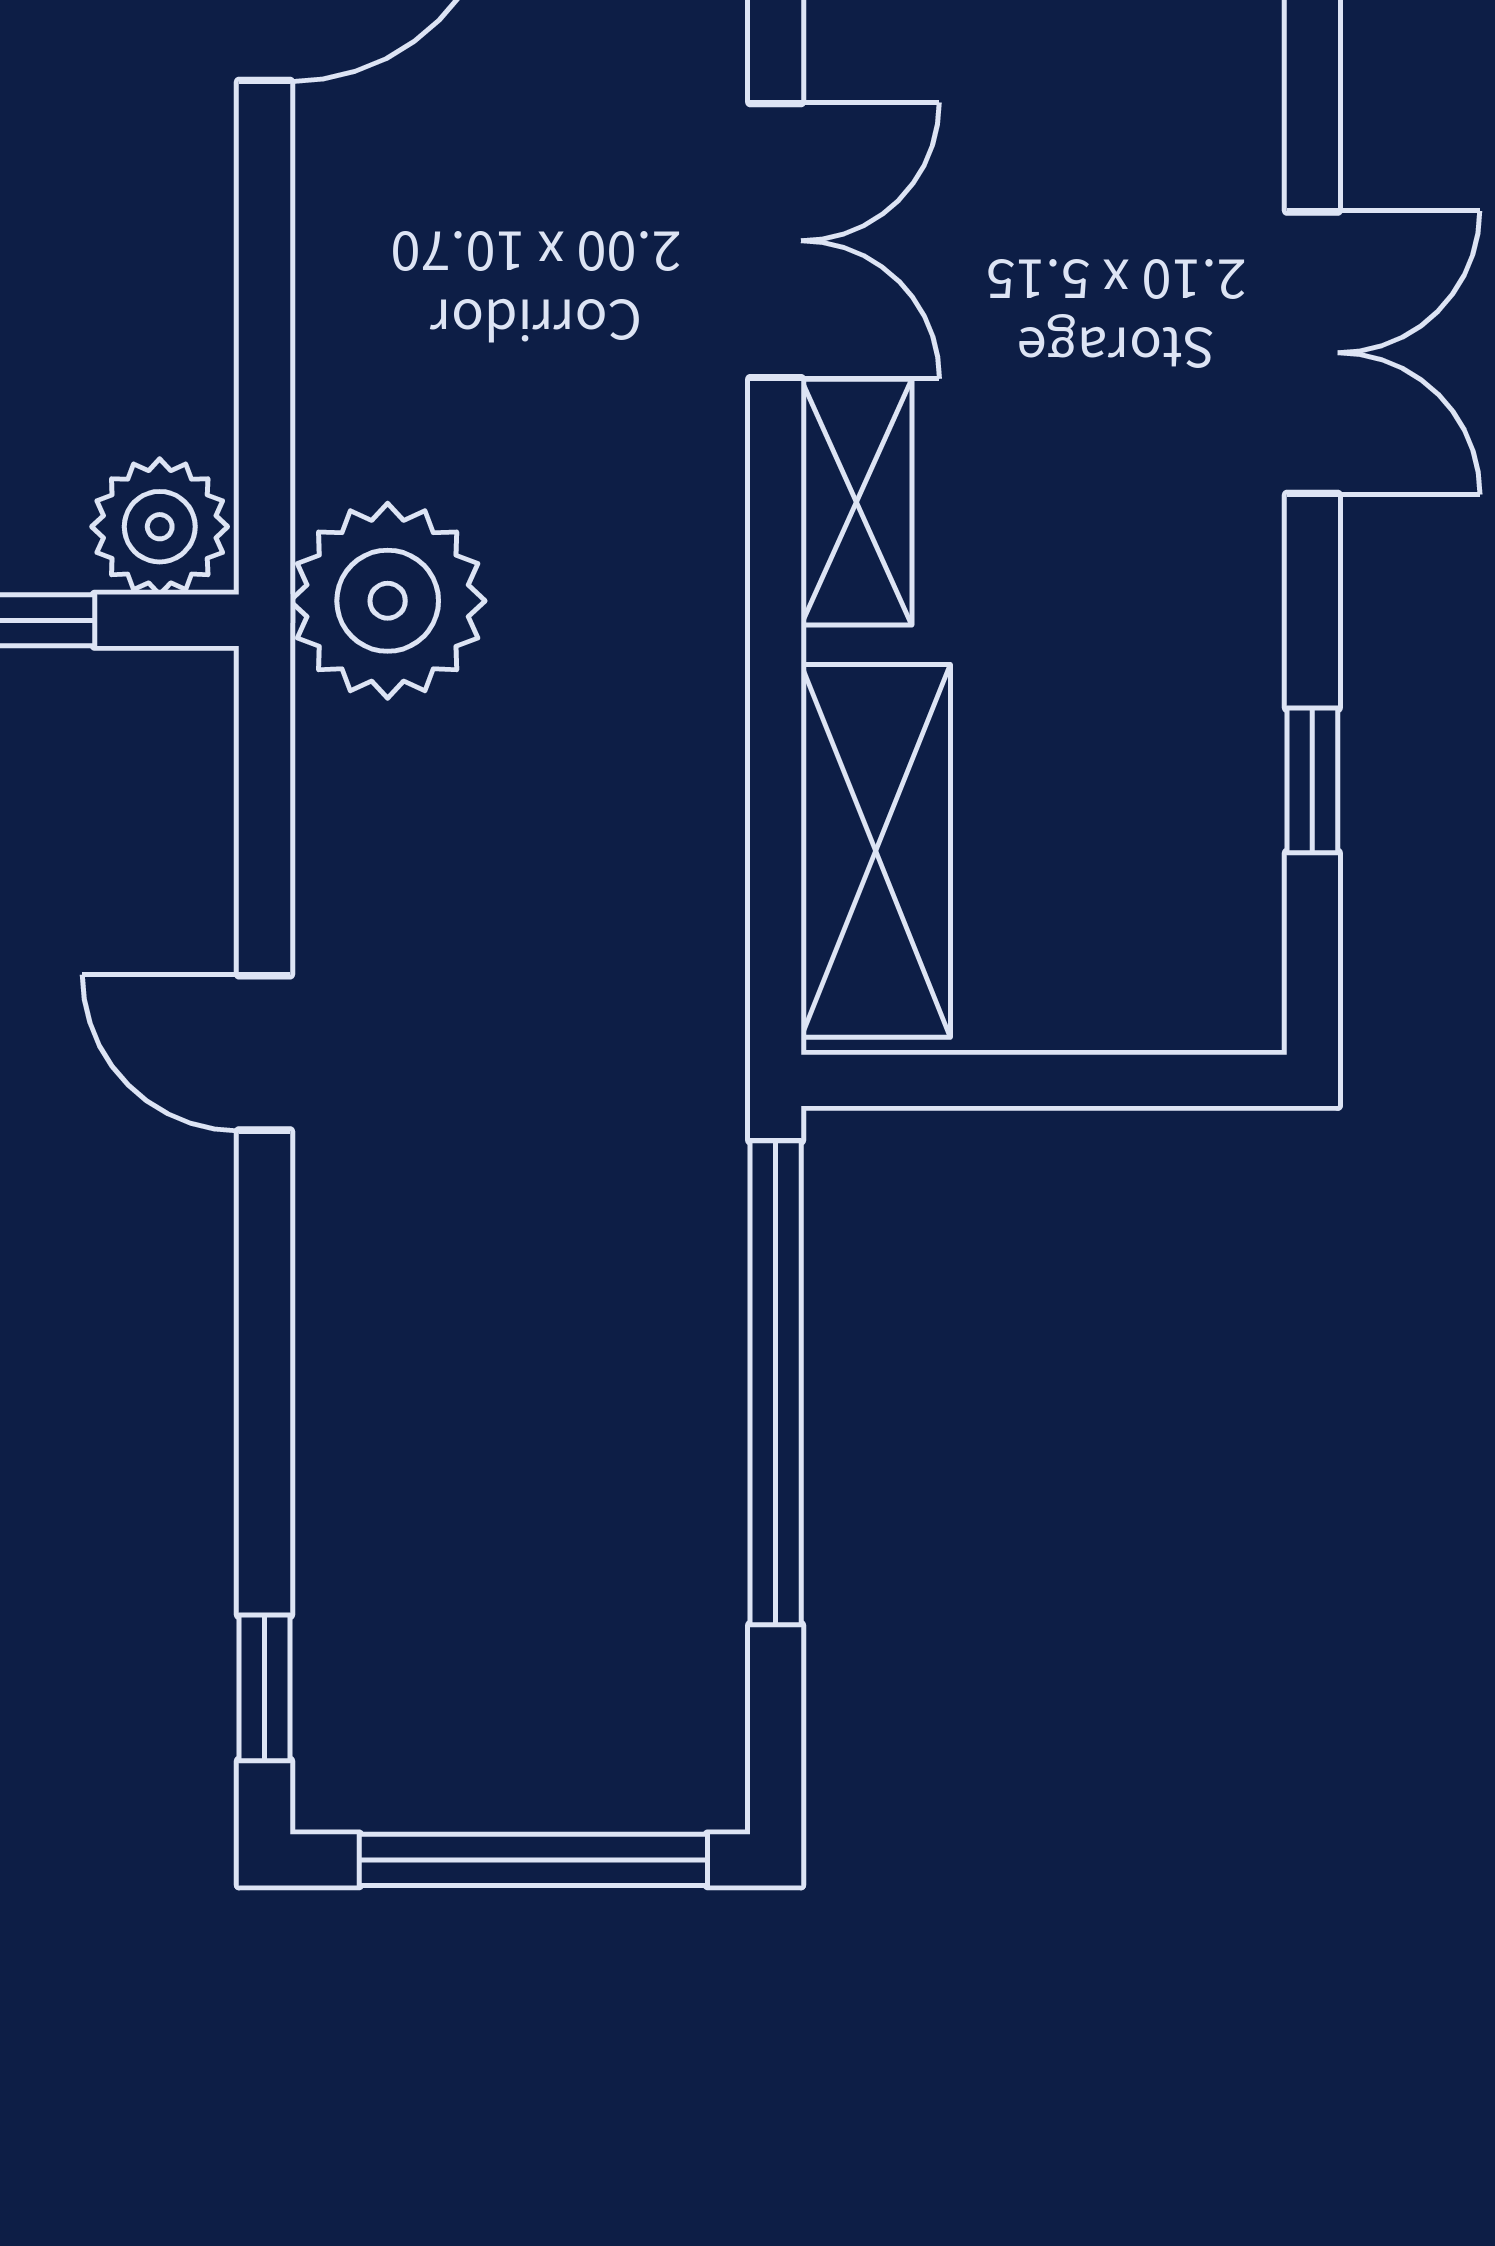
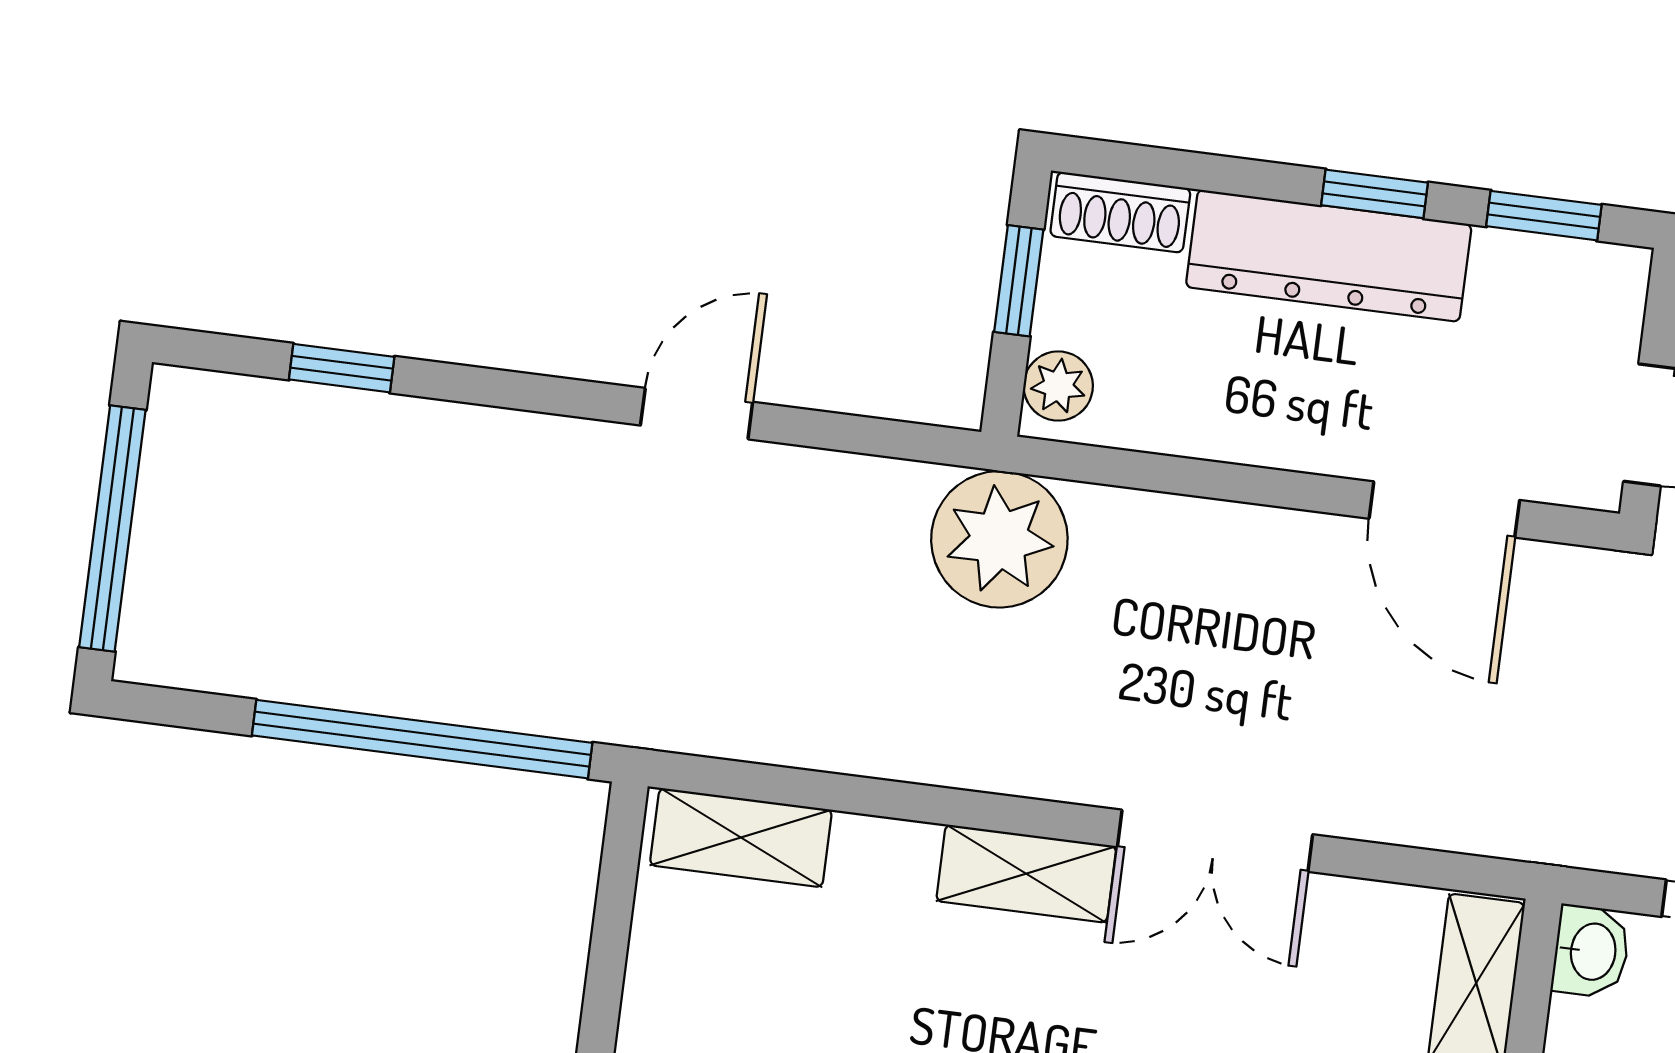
plant: (160, 527) -> (1058, 386), width x0.73, depth x0.73
shelving: (876, 851) -> (741, 838), width x0.67, depth x0.75
window: (265, 1688) -> (342, 368), moved

